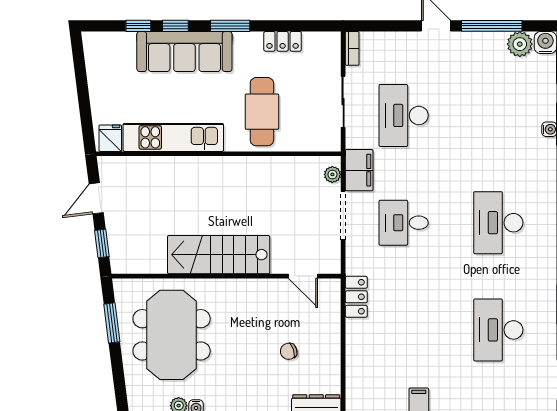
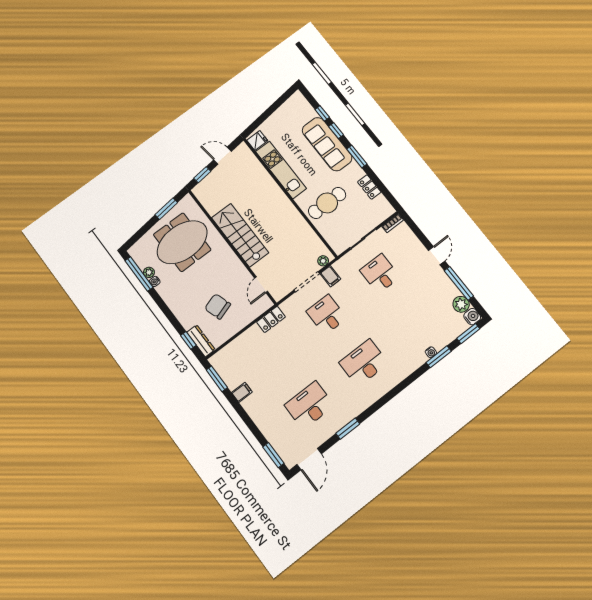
desk: (404, 115) -> (380, 274), width x0.73
filing cabinet: (359, 170) -> (330, 276), width x0.50
chair: (289, 351) -> (218, 306), width x1.87, depth x1.87

